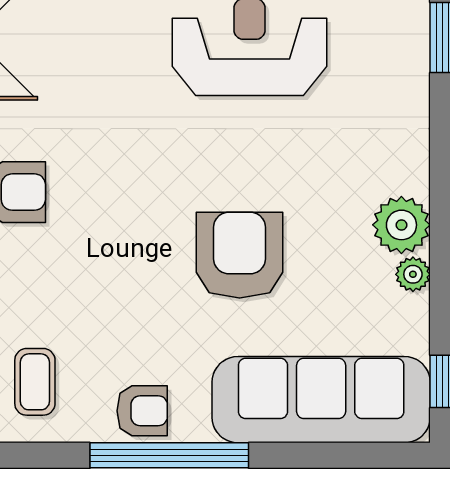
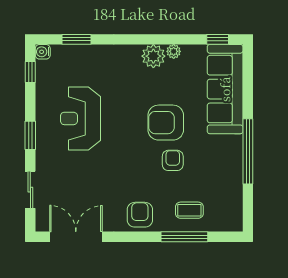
coffee table: (35, 382) -> (189, 210), moved
armchair: (142, 411) -> (173, 160), moved

